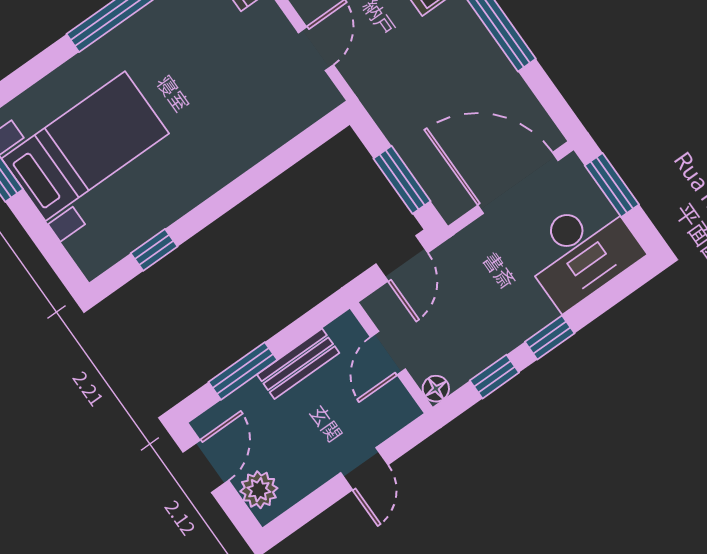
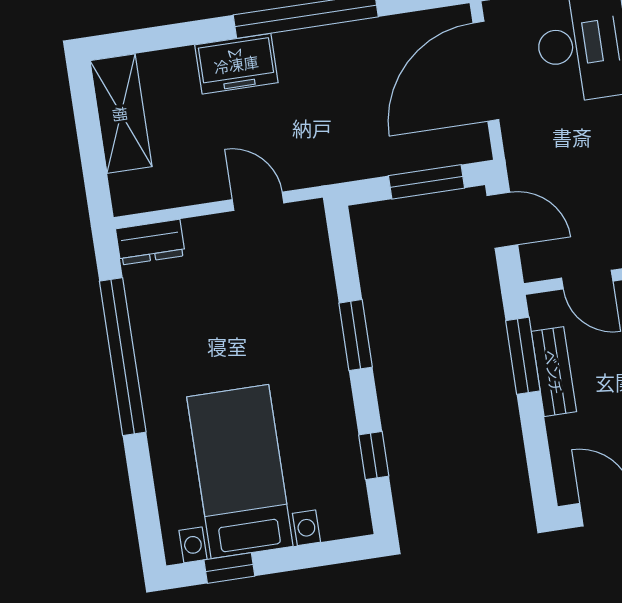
window: (246, 185) -> (356, 335), added
window: (243, 371) -> (523, 356), moved

